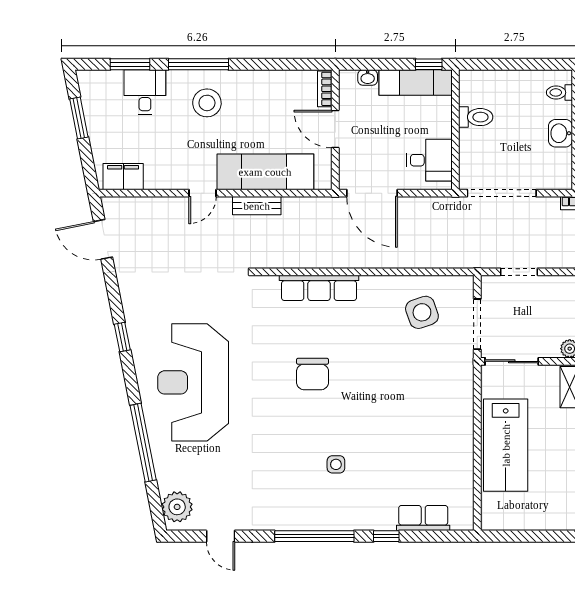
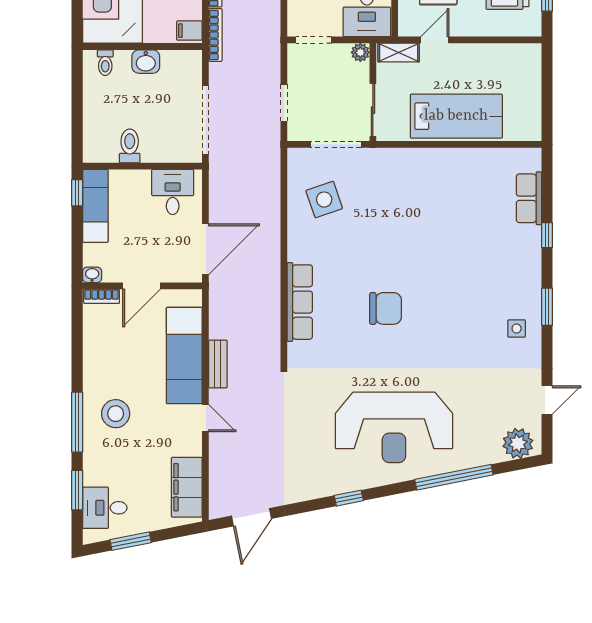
washbasin: (368, 77) -> (92, 275), moved, turned -90
desk: (145, 92) -> (105, 508), moved
filing cabinet: (123, 177) -> (187, 487), width x1.50, depth x1.17
side table: (336, 464) -> (517, 329), moved
window: (314, 536) -> (547, 307), width x0.47

